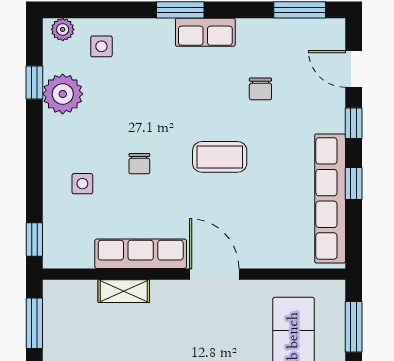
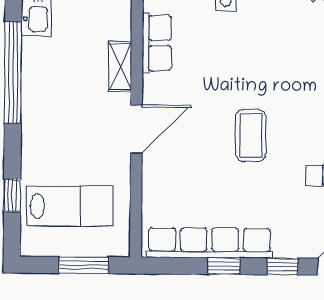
chair: (139, 164) -> (245, 57), removed
row of seats: (141, 254) -> (157, 43), width x0.68
shelving: (124, 291) -> (120, 67), moved

